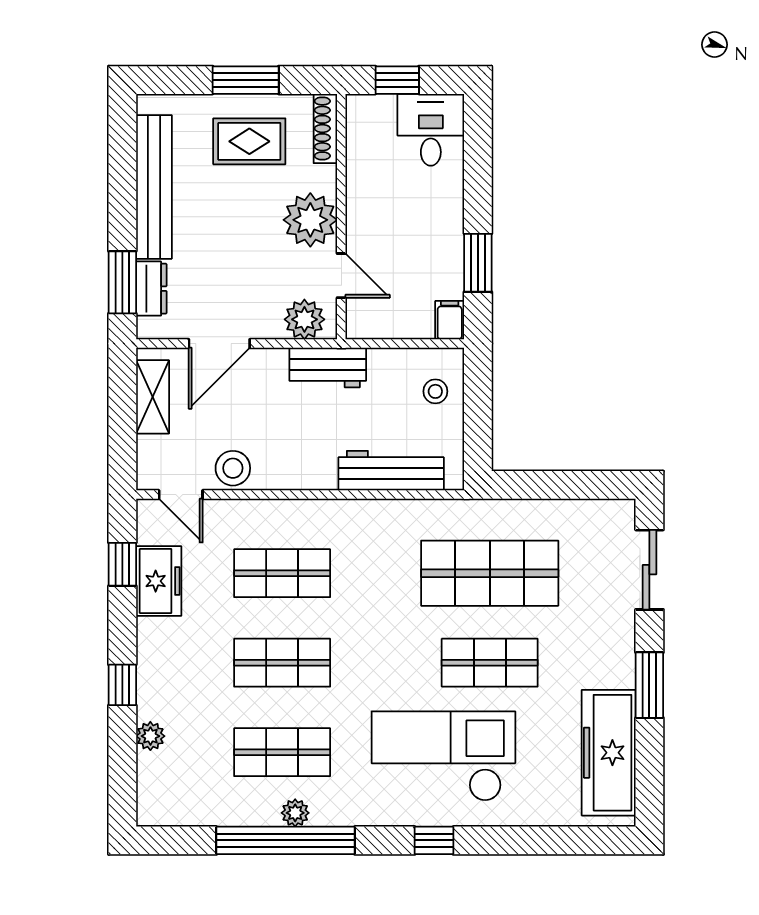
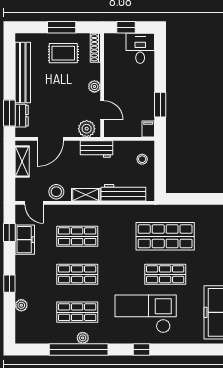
plant: (310, 220) -> (94, 86), width x0.53, depth x0.53
shelving: (302, 475) -> (86, 195), added

